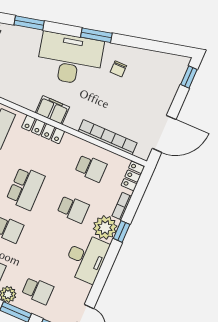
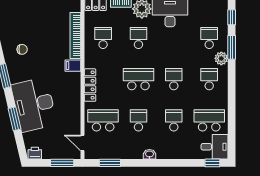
window: (29, 23) -> (15, 119), moved
desk: (70, 59) -> (34, 105), moved
filing cabinet: (52, 110) -> (73, 66), moved, width x0.50

